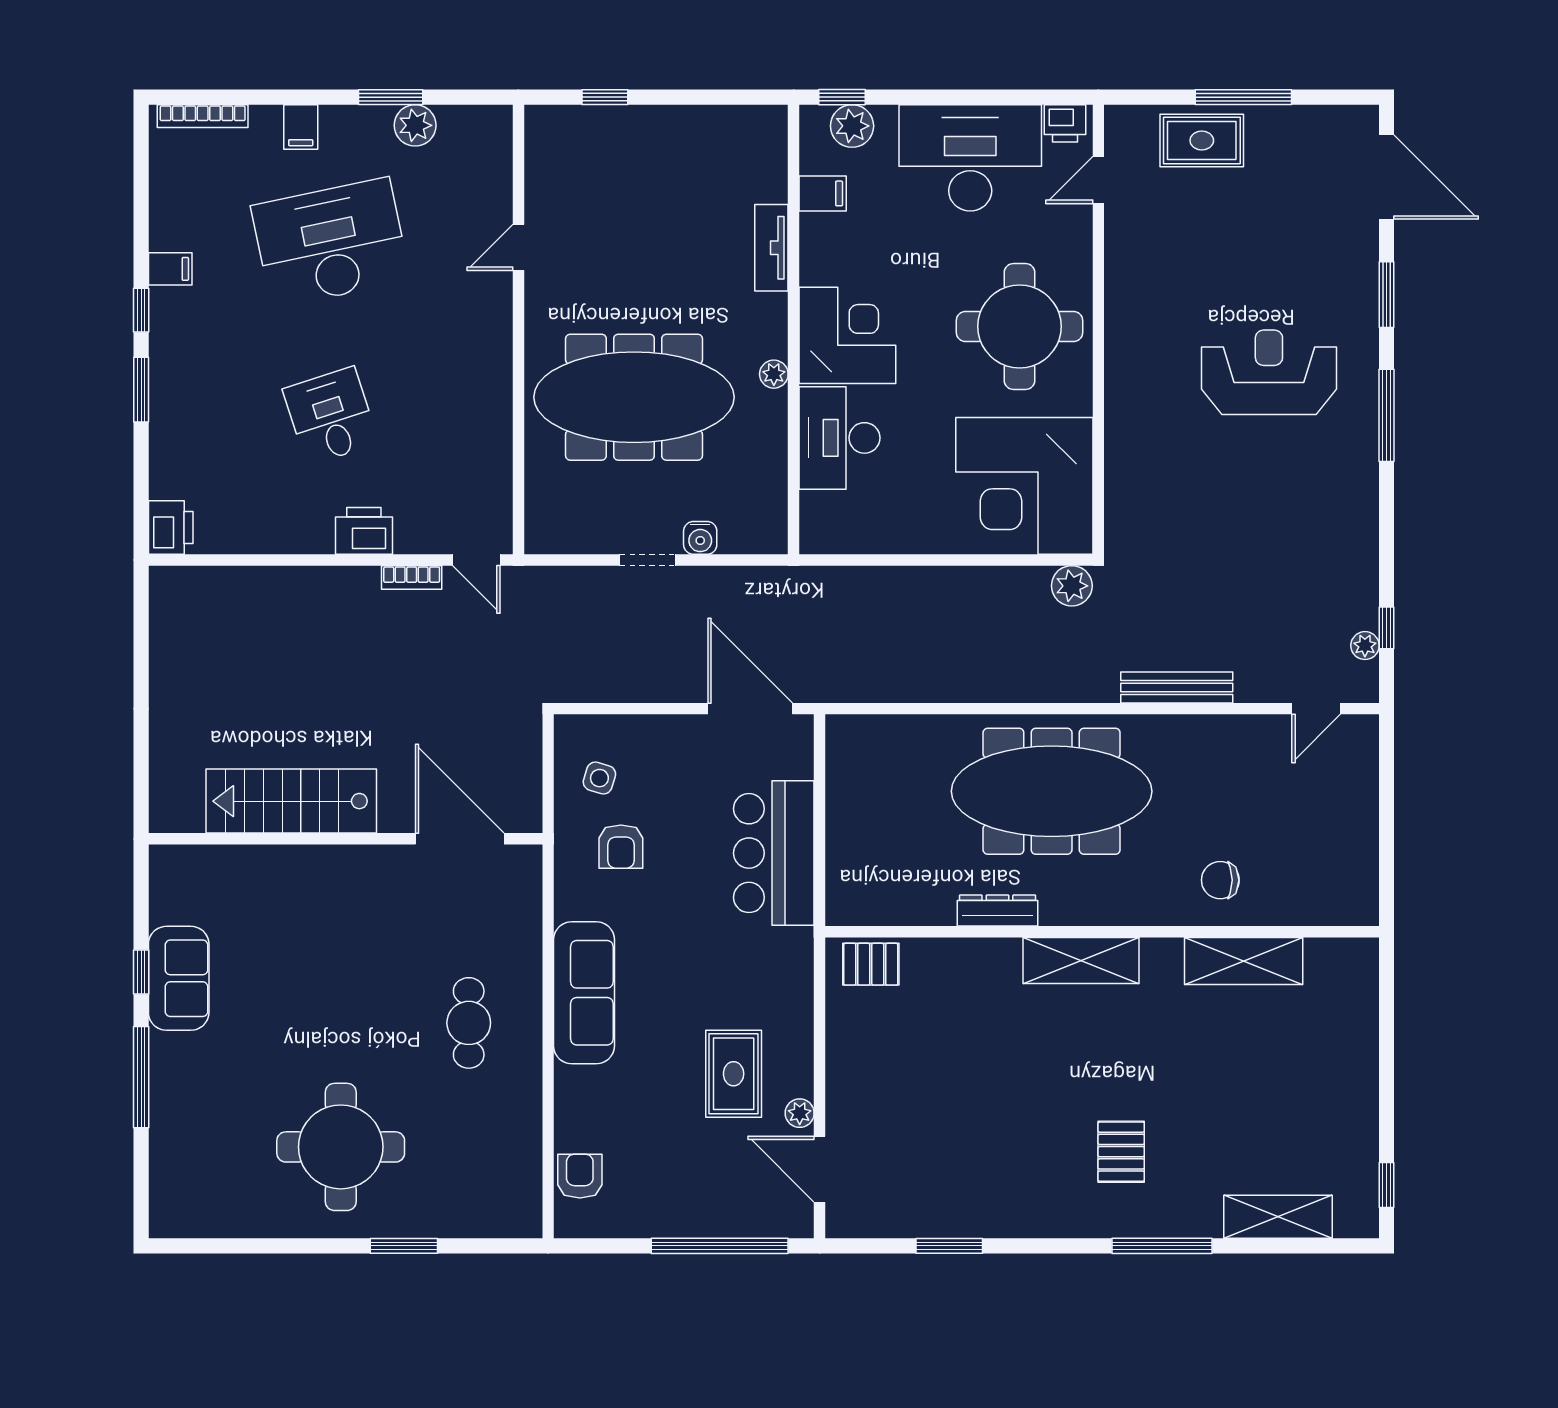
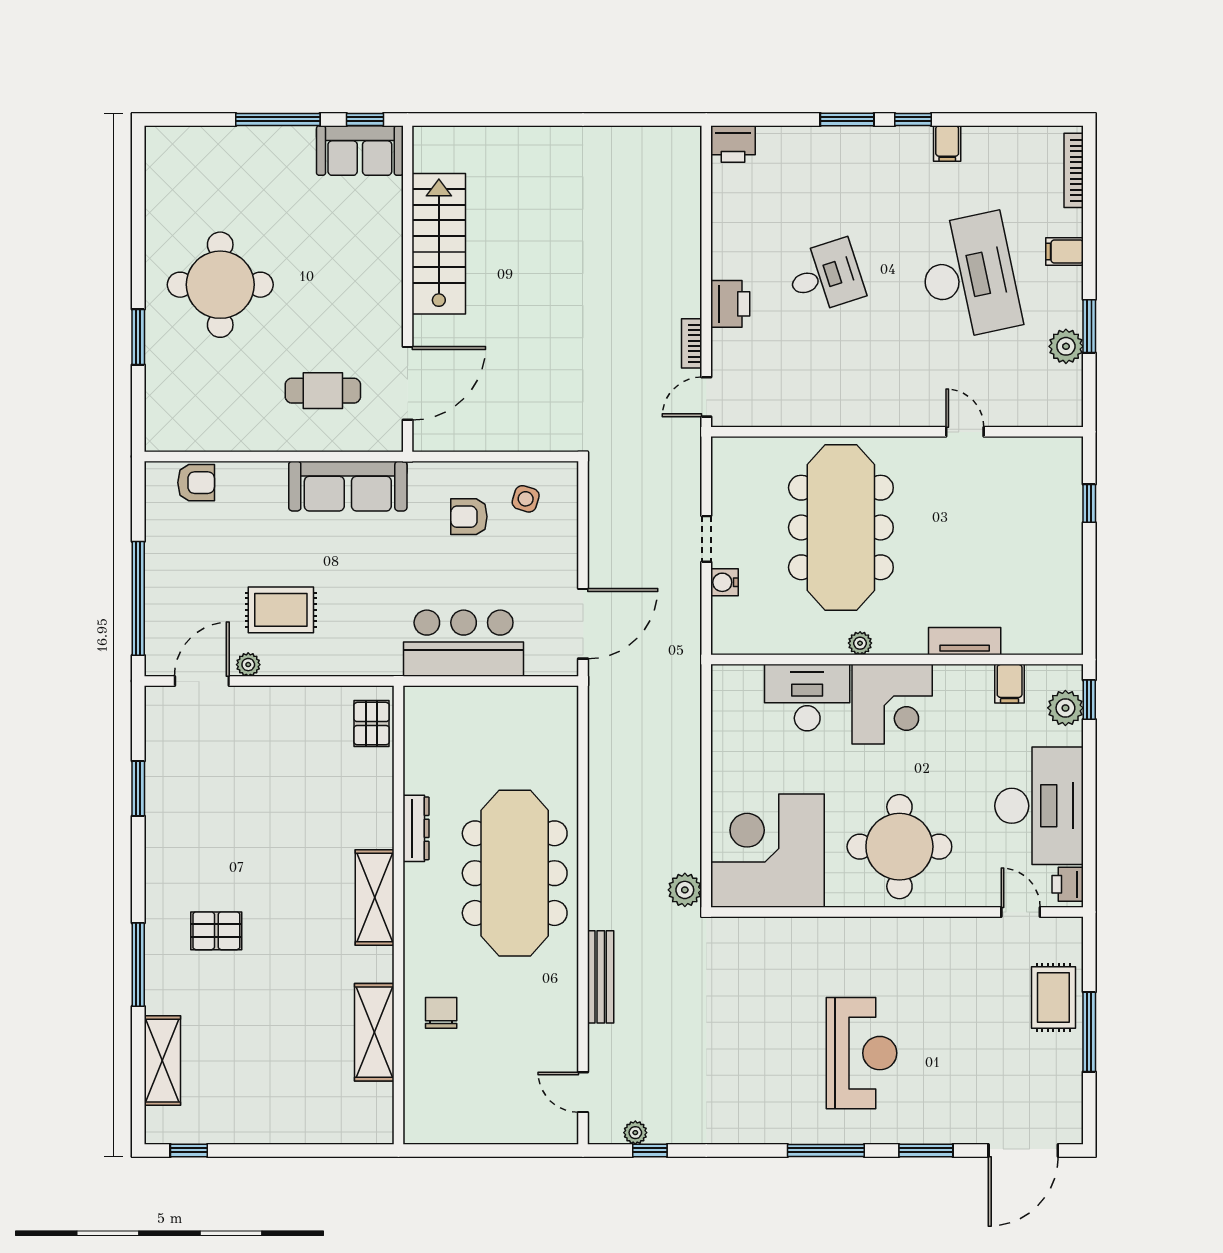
stairs: (291, 801) -> (439, 244), moved
wall: (346, 839) -> (408, 289), moved
door: (460, 839) -> (408, 383), moved

